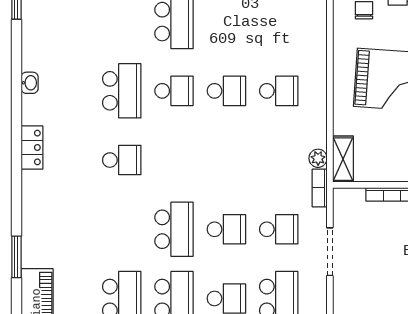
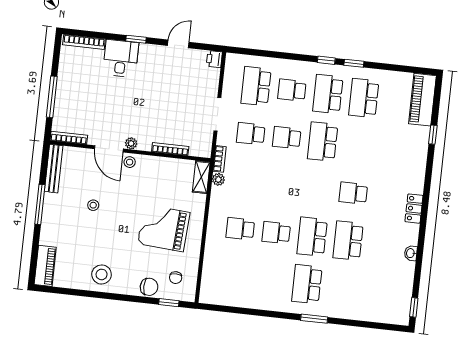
school desk: (174, 91) -> (312, 237), width x1.85
window: (16, 257) -> (433, 135), width x0.67

